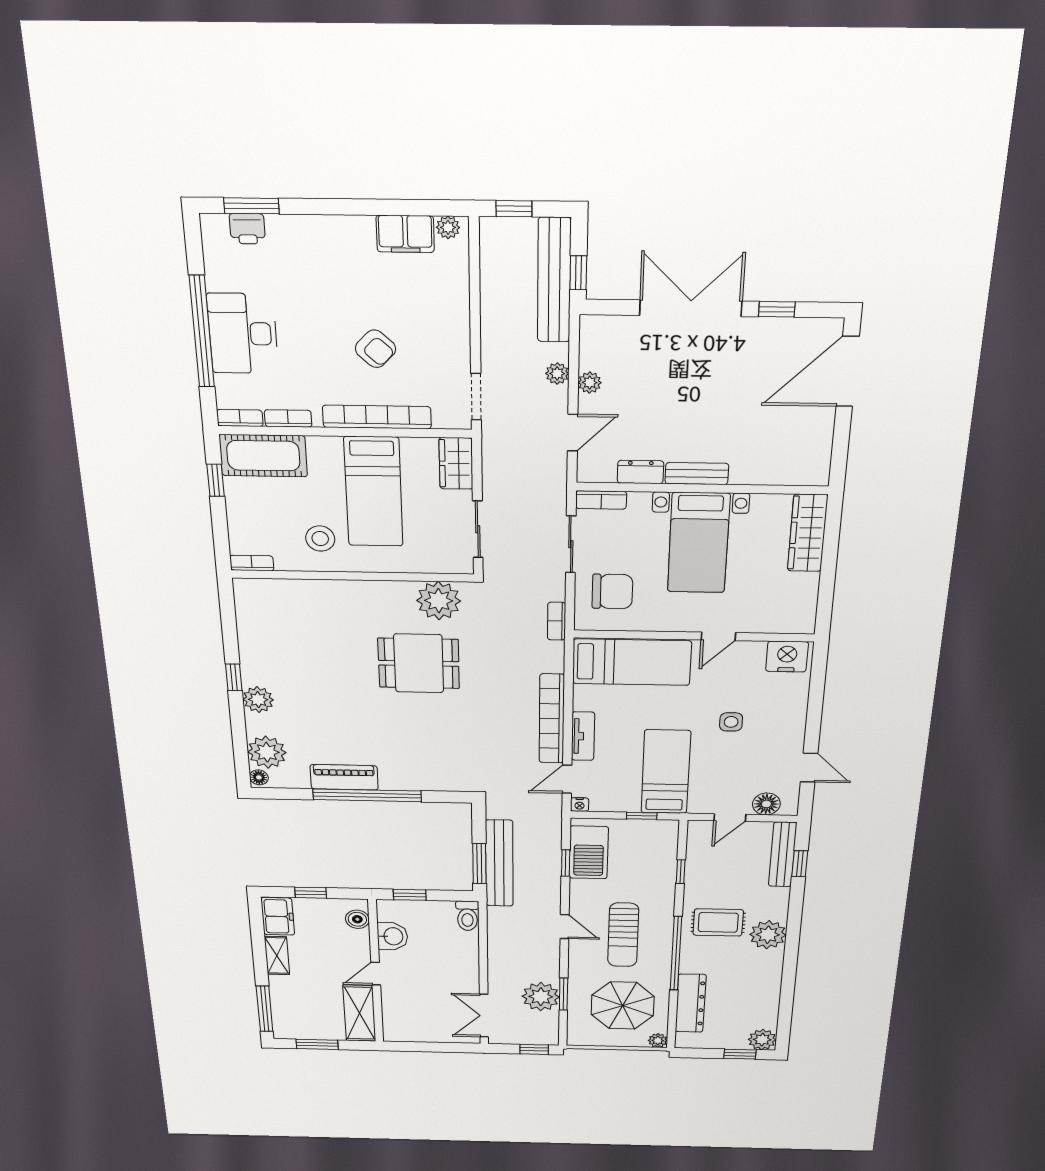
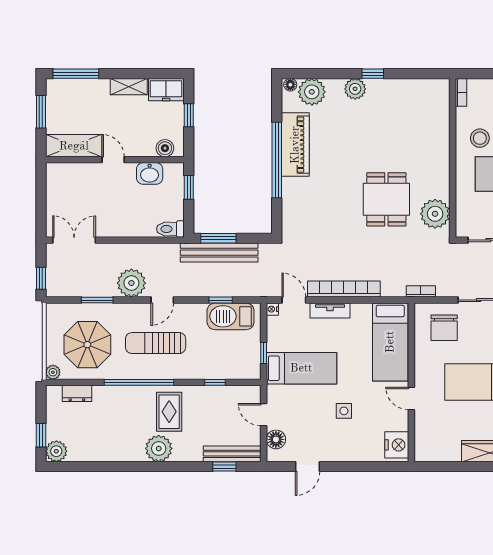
piano: (344, 777) -> (295, 145), width x1.37, depth x1.33
plant: (541, 997) -> (131, 283), moved
dresser: (691, 1003) -> (77, 393), width x0.51, depth x0.80

